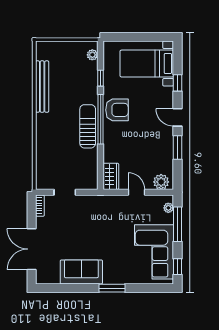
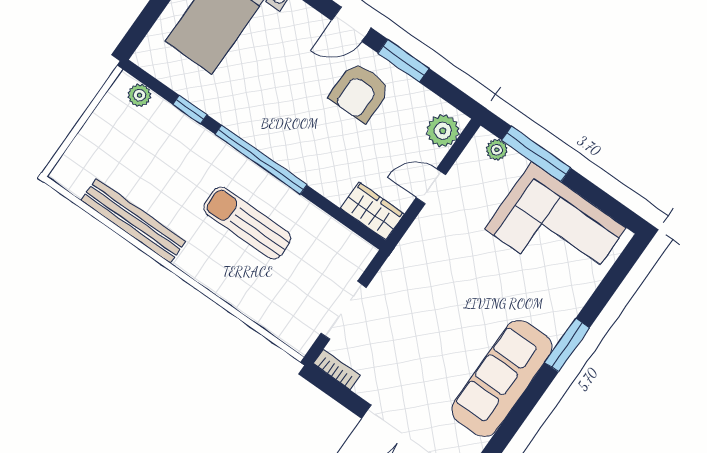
armchair: (117, 110) -> (360, 92), moved, turned 180
sun lounger: (88, 126) -> (247, 223), moved
doorway: (65, 192) -> (344, 310), width x1.38
window: (178, 267) -> (610, 206), removed
sofa: (81, 272) -> (502, 378), width x1.36

